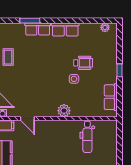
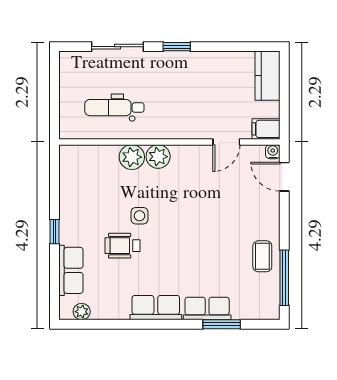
row of seats: (111, 97) -> (71, 270), moved
plant: (78, 110) -> (132, 157), added
door: (27, 118) -> (226, 142), swing flipped
dental chair: (87, 137) -> (114, 108), turned -90

